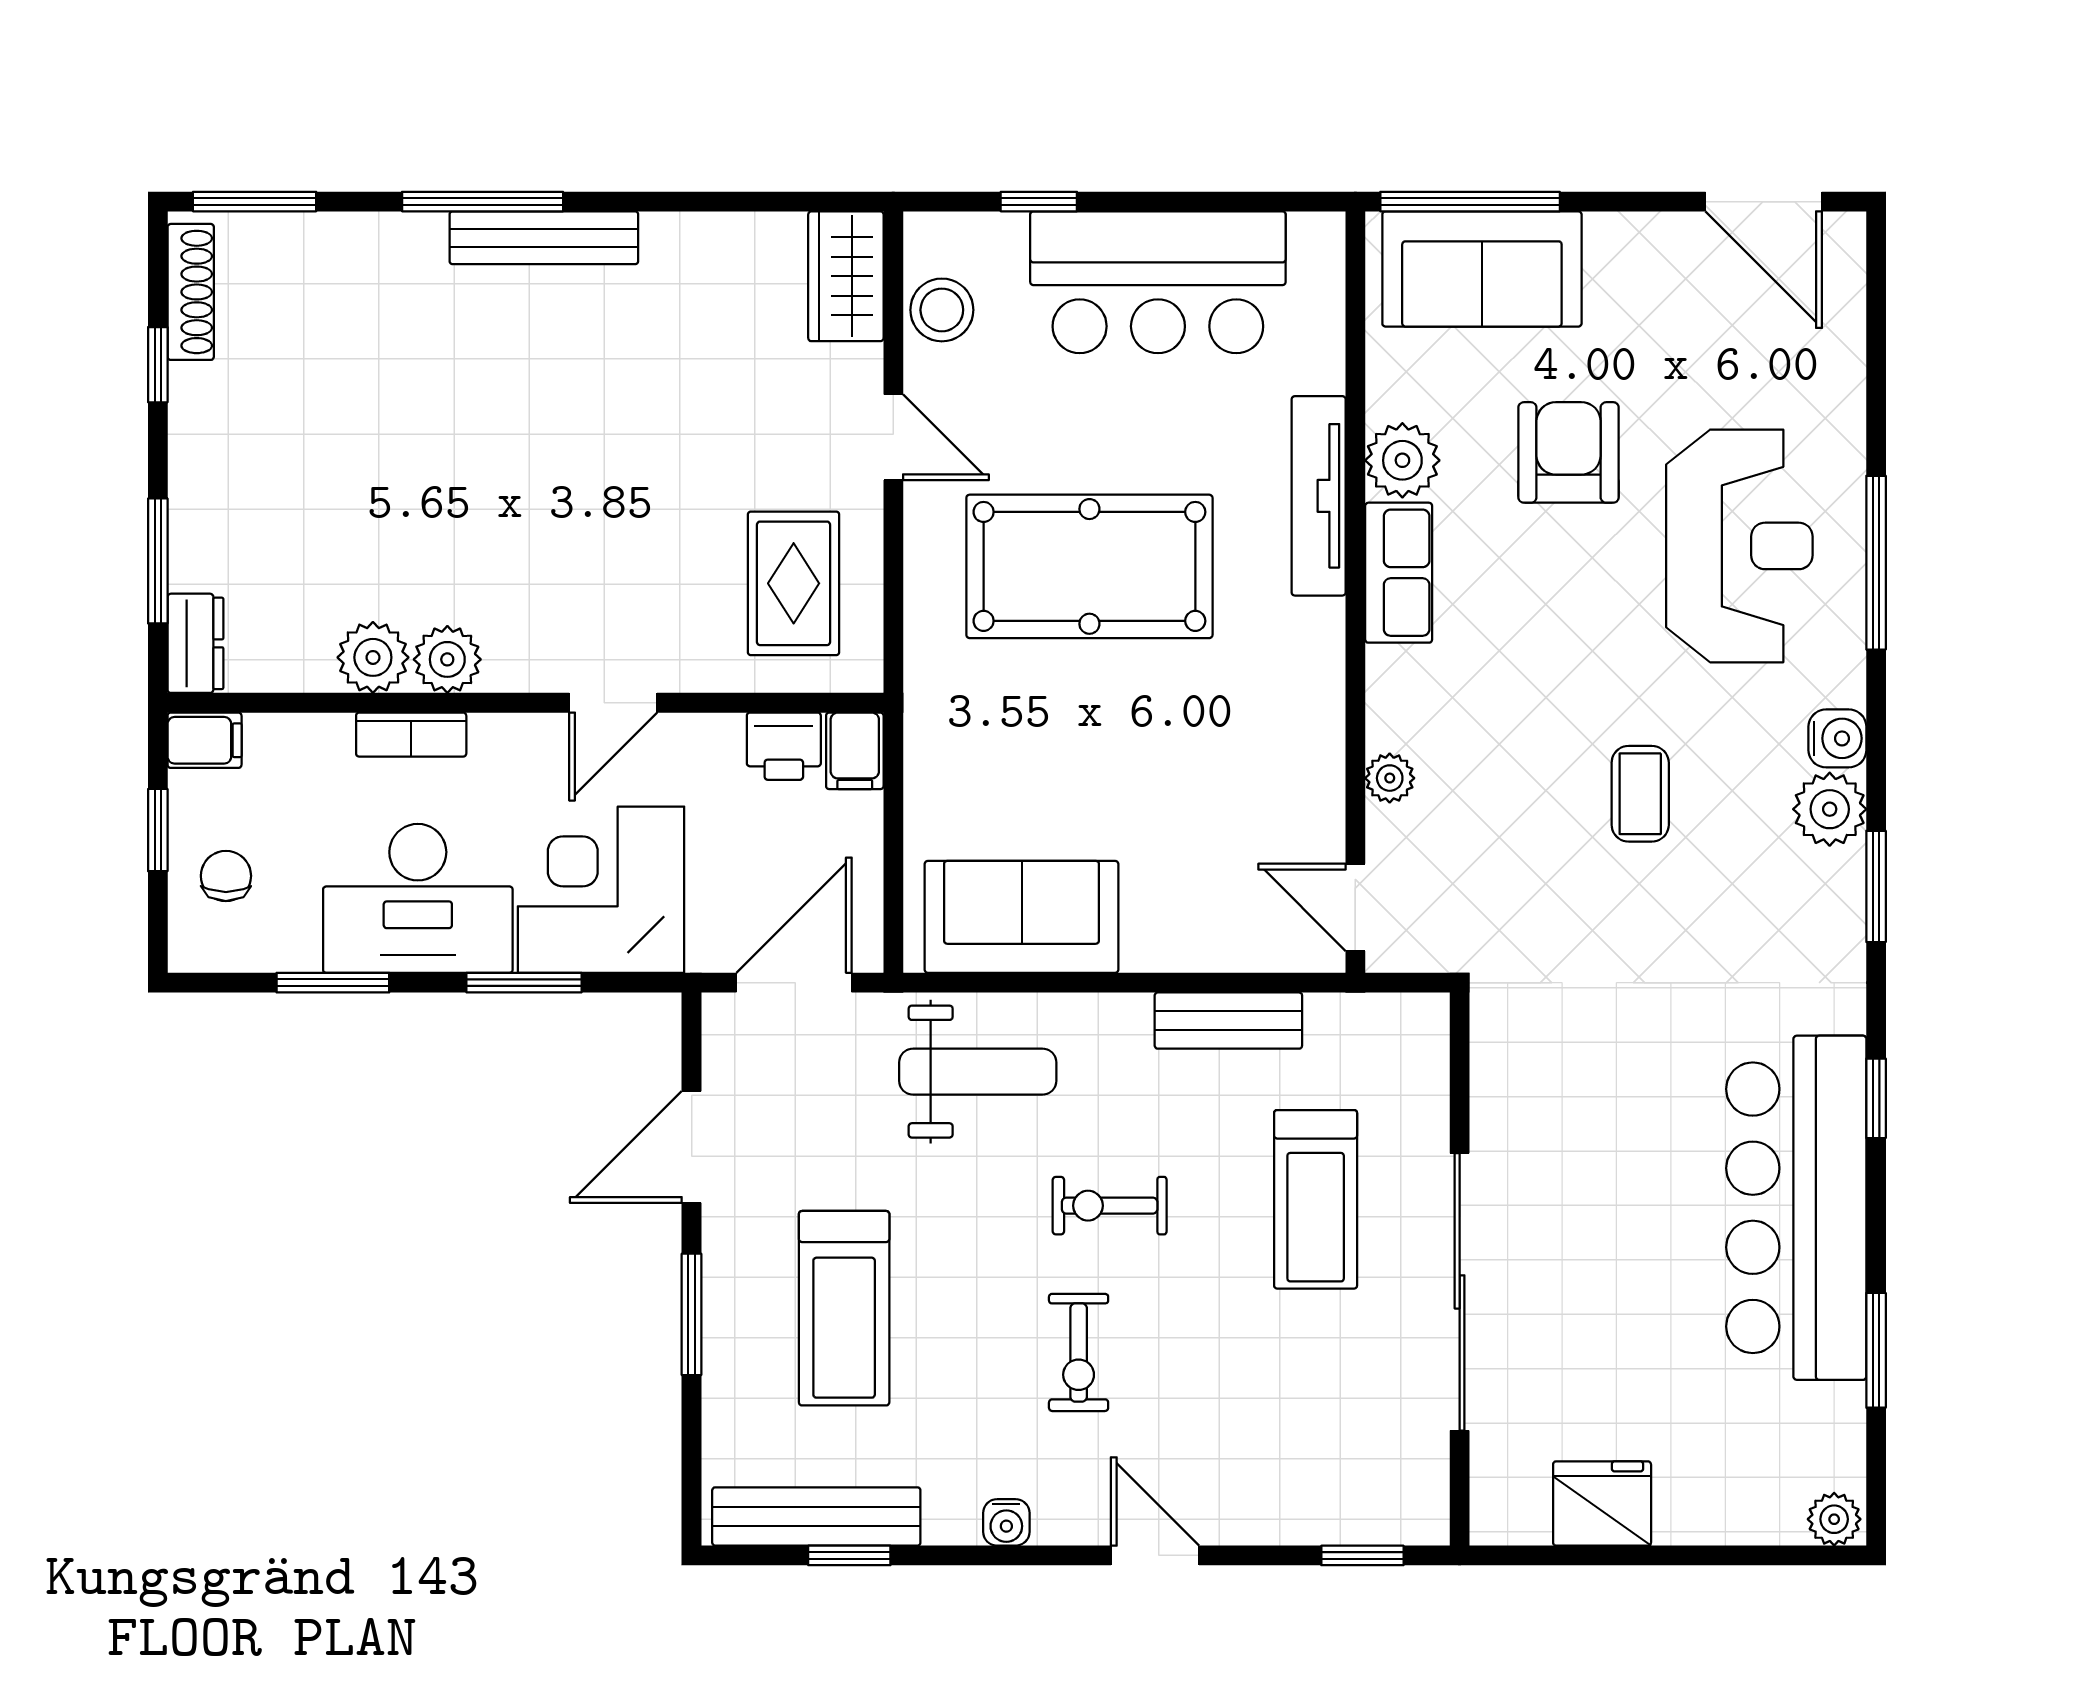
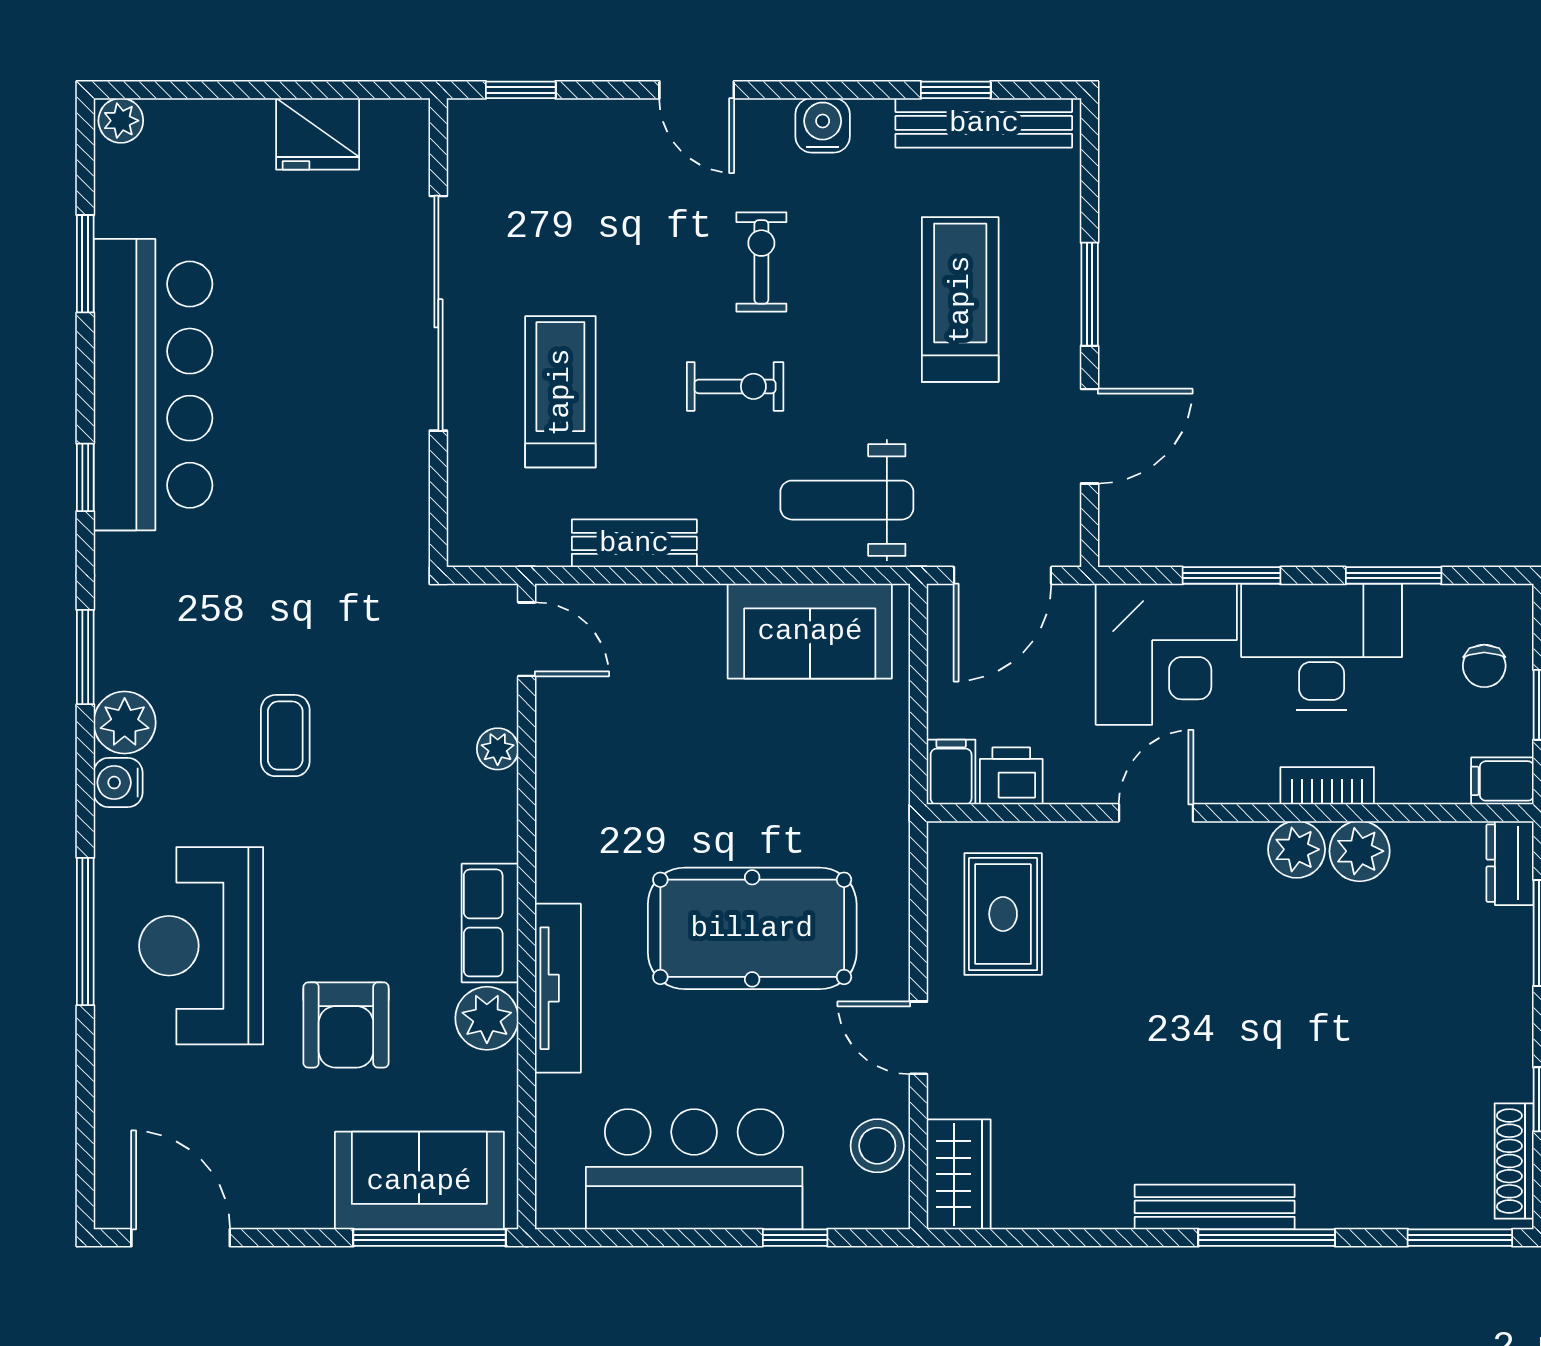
water cooler: (1006, 1522) -> (823, 125), width x1.38, depth x1.38

